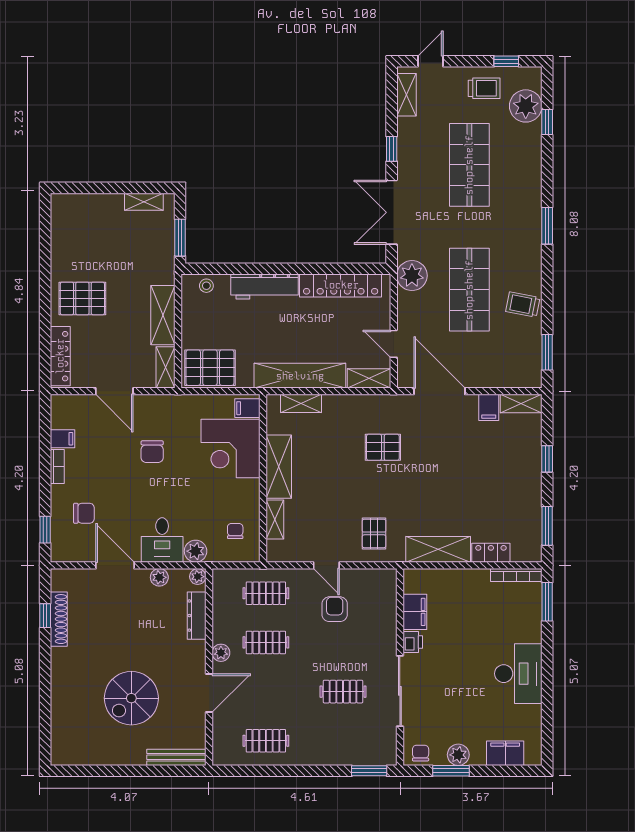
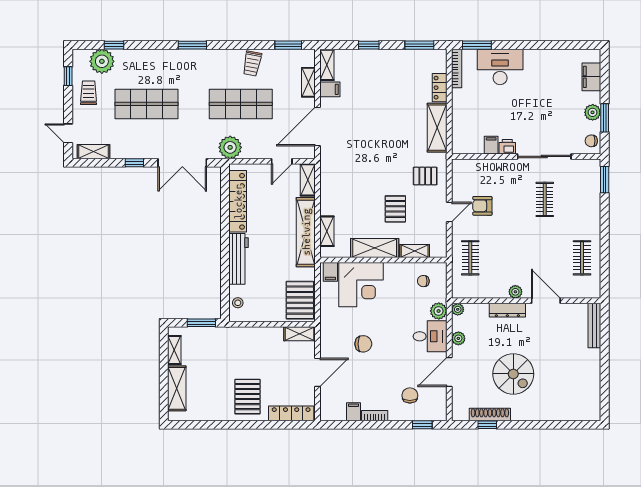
shelving: (163, 315) -> (177, 388), moved, turned 90
shelving: (498, 379) -> (308, 82), added
pallet: (383, 447) -> (395, 209), moved
filing cabinet: (415, 612) -> (491, 145), width x0.50
dresser: (197, 616) -> (507, 310), moved
clothes rail: (266, 642) -> (508, 258), removed
desk: (518, 674) -> (500, 67), moved
spiral stairs: (131, 698) -> (513, 374), moved

